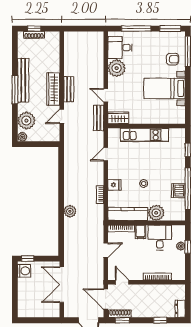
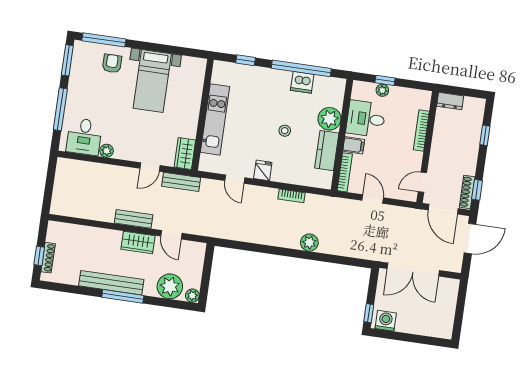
plant: (117, 68) -> (107, 151), width x0.53, depth x0.53
wardrobe: (53, 89) -> (138, 242), width x0.67
fridge: (114, 185) -> (263, 170), moved
kitchen counter: (128, 214) -> (327, 151), width x0.67
door: (106, 299) -> (443, 209), hinge flipped
dresser: (180, 309) -> (450, 101), moved

